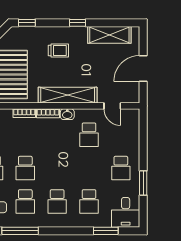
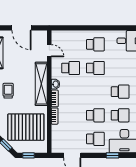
door: (112, 106) -> (49, 51), hinge flipped
window: (143, 183) -> (106, 28), removed
school desk: (89, 201) -> (95, 68), moved

